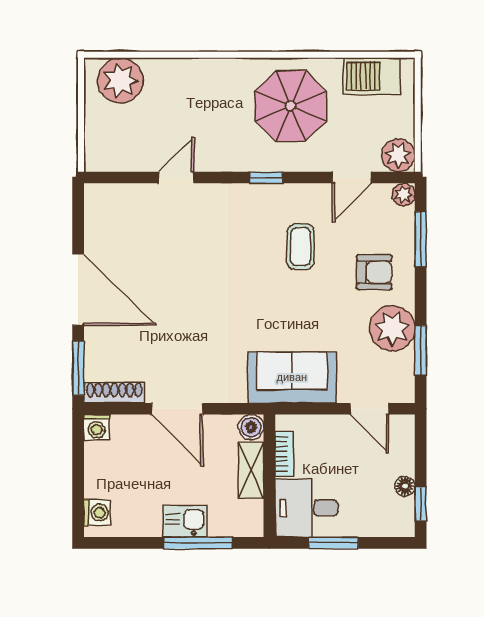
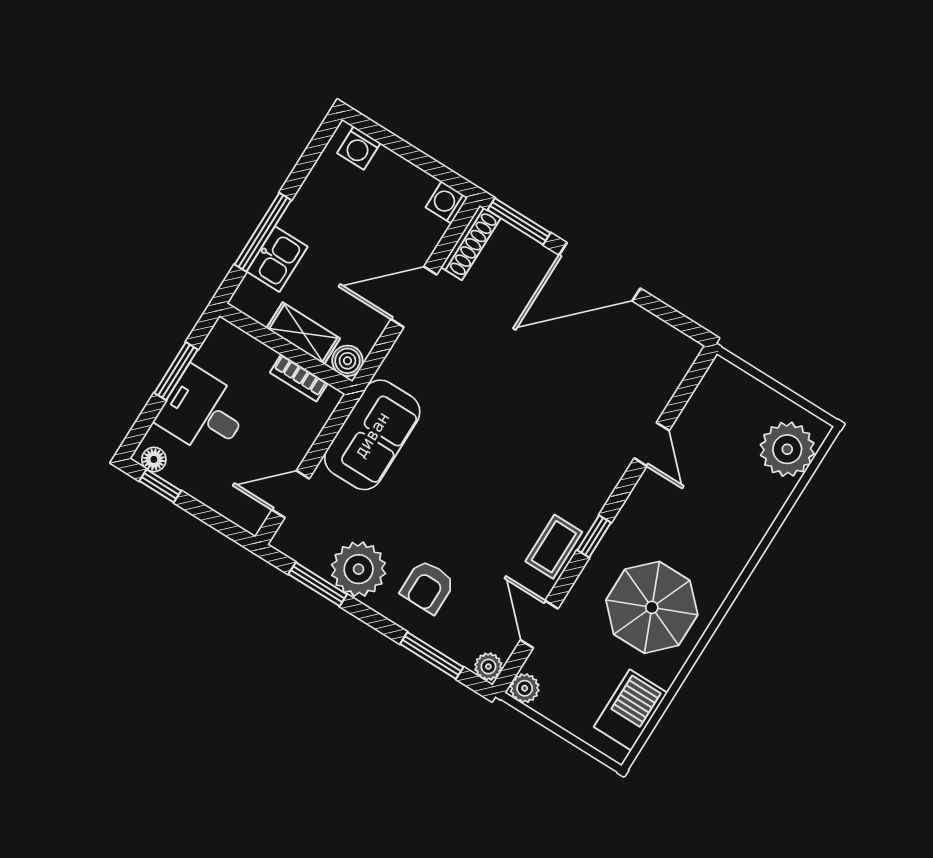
plant: (398, 155) -> (525, 688), width x0.73, depth x0.73
coffee table: (301, 247) -> (554, 547), moved, turned 90
floor lamp: (405, 486) -> (154, 459), moved
desk: (306, 508) -> (203, 412), moved, turned -90
kitchen sink: (185, 521) -> (277, 259), moved

